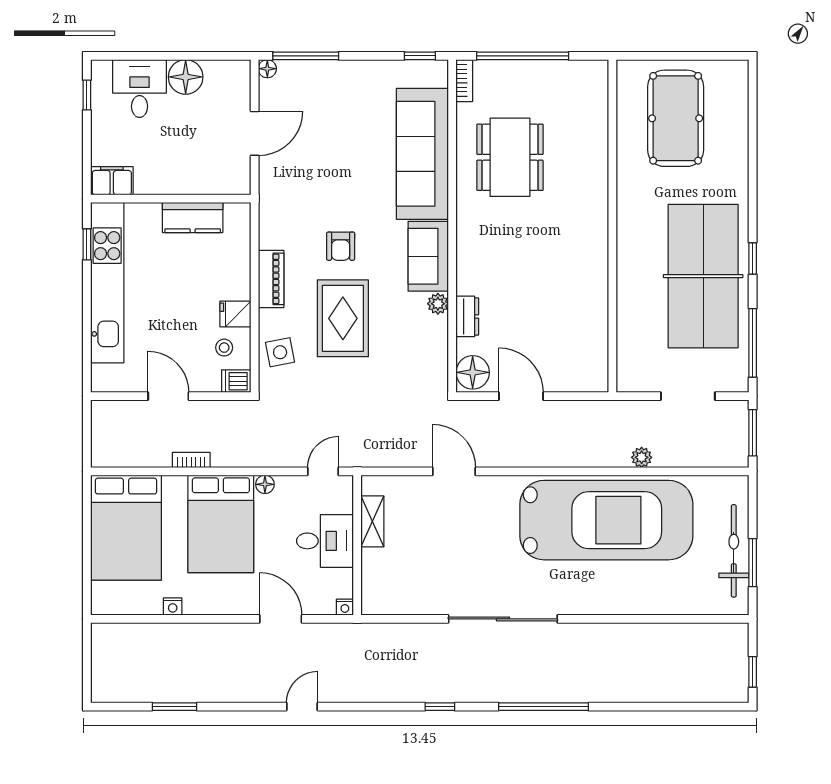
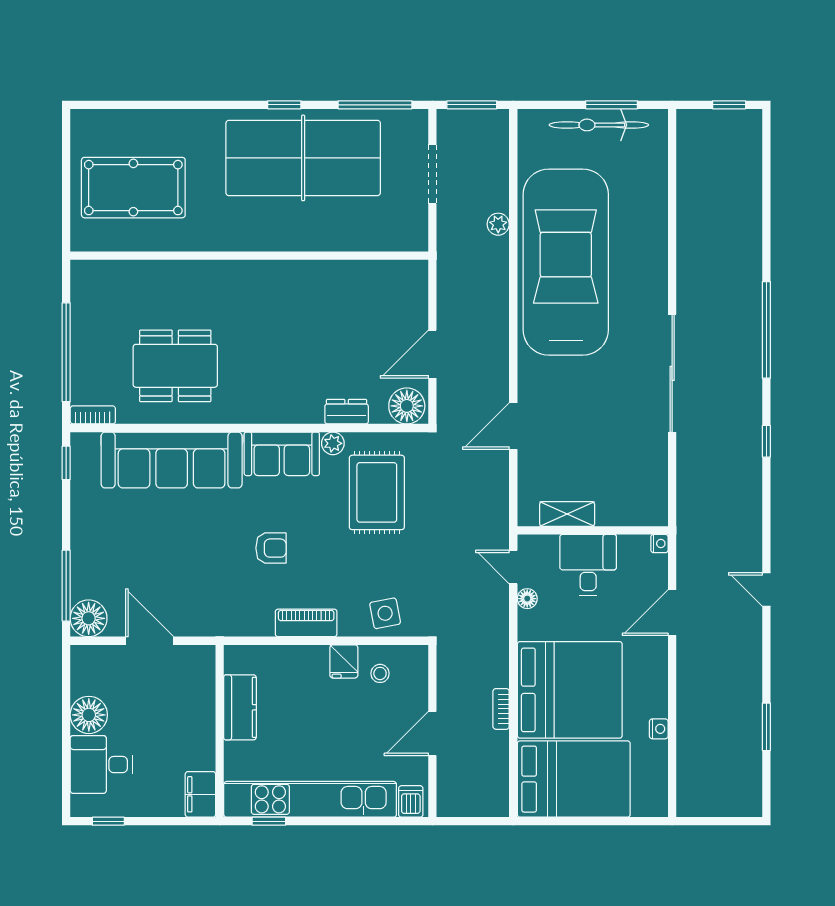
floor lamp: (267, 69) -> (89, 618), width x1.89, depth x1.89
rug: (343, 318) -> (377, 492), moved, turned 90
dishwasher: (236, 381) -> (411, 801), moved, turned 180
floor lamp: (265, 484) -> (527, 599), moved
bed: (221, 524) -> (570, 690), width x1.36

